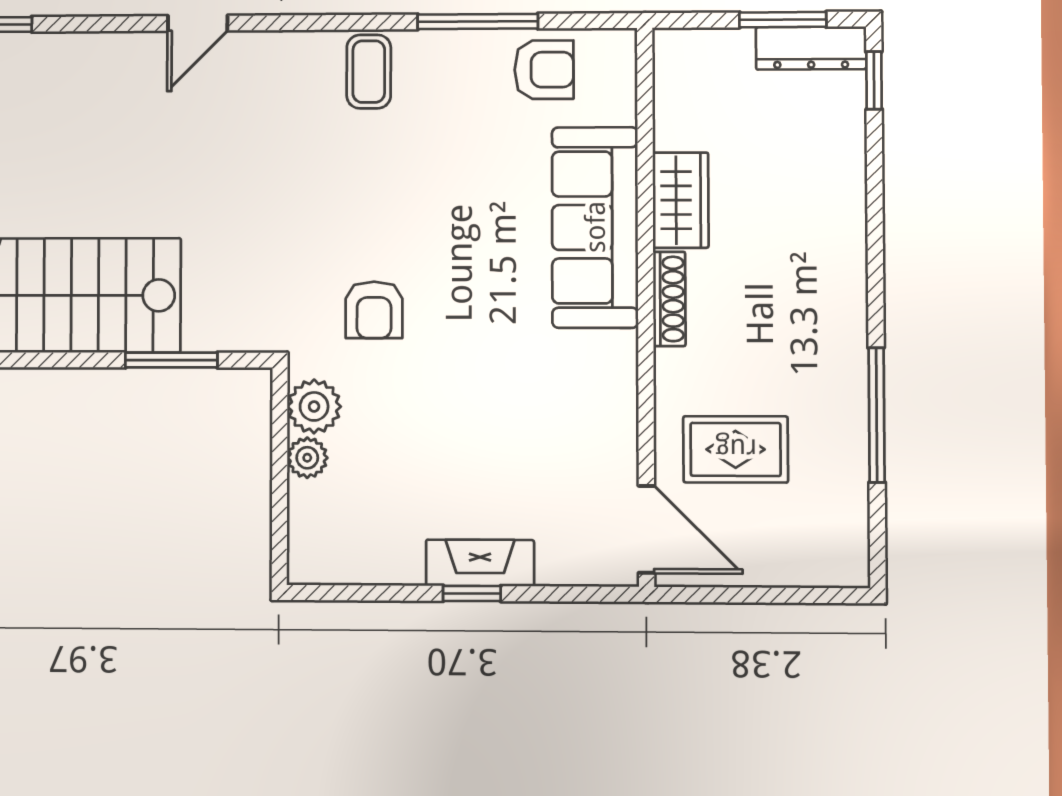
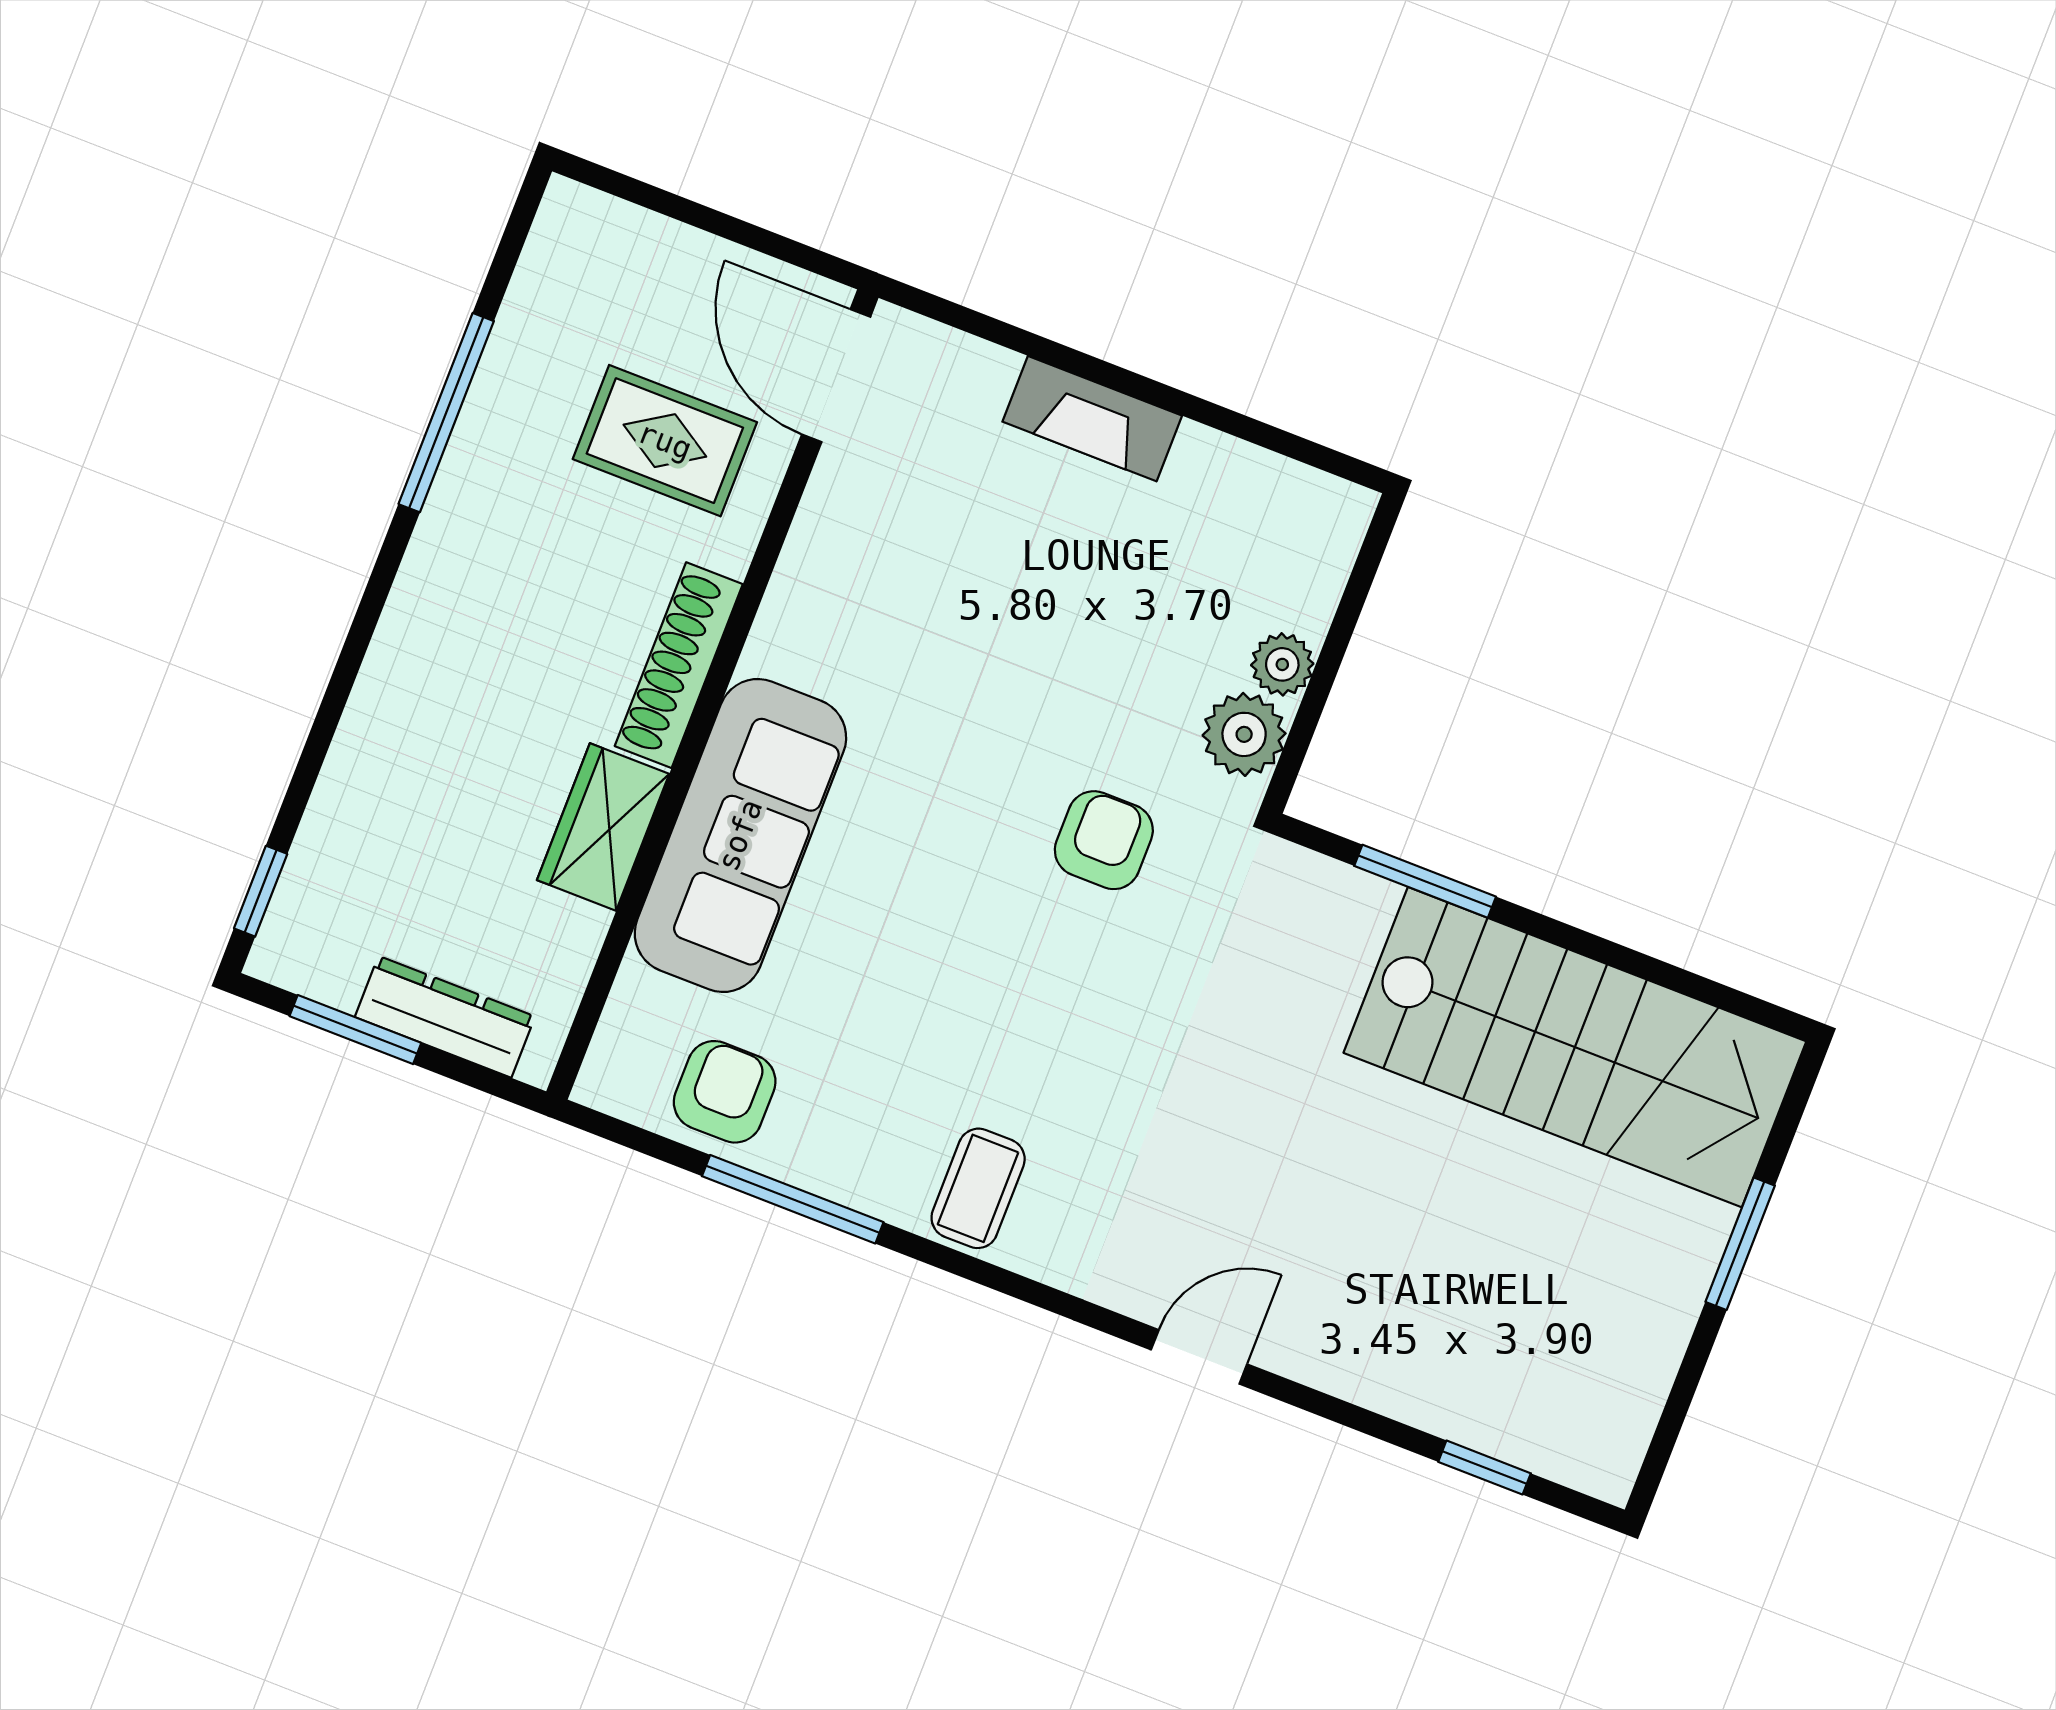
dresser: (811, 48) -> (445, 1017), moved
armchair: (544, 70) -> (725, 1092), turned 90
shoe rack: (669, 299) -> (679, 665), width x1.36, depth x1.24
window: (472, 593) -> (1121, 380), removed

